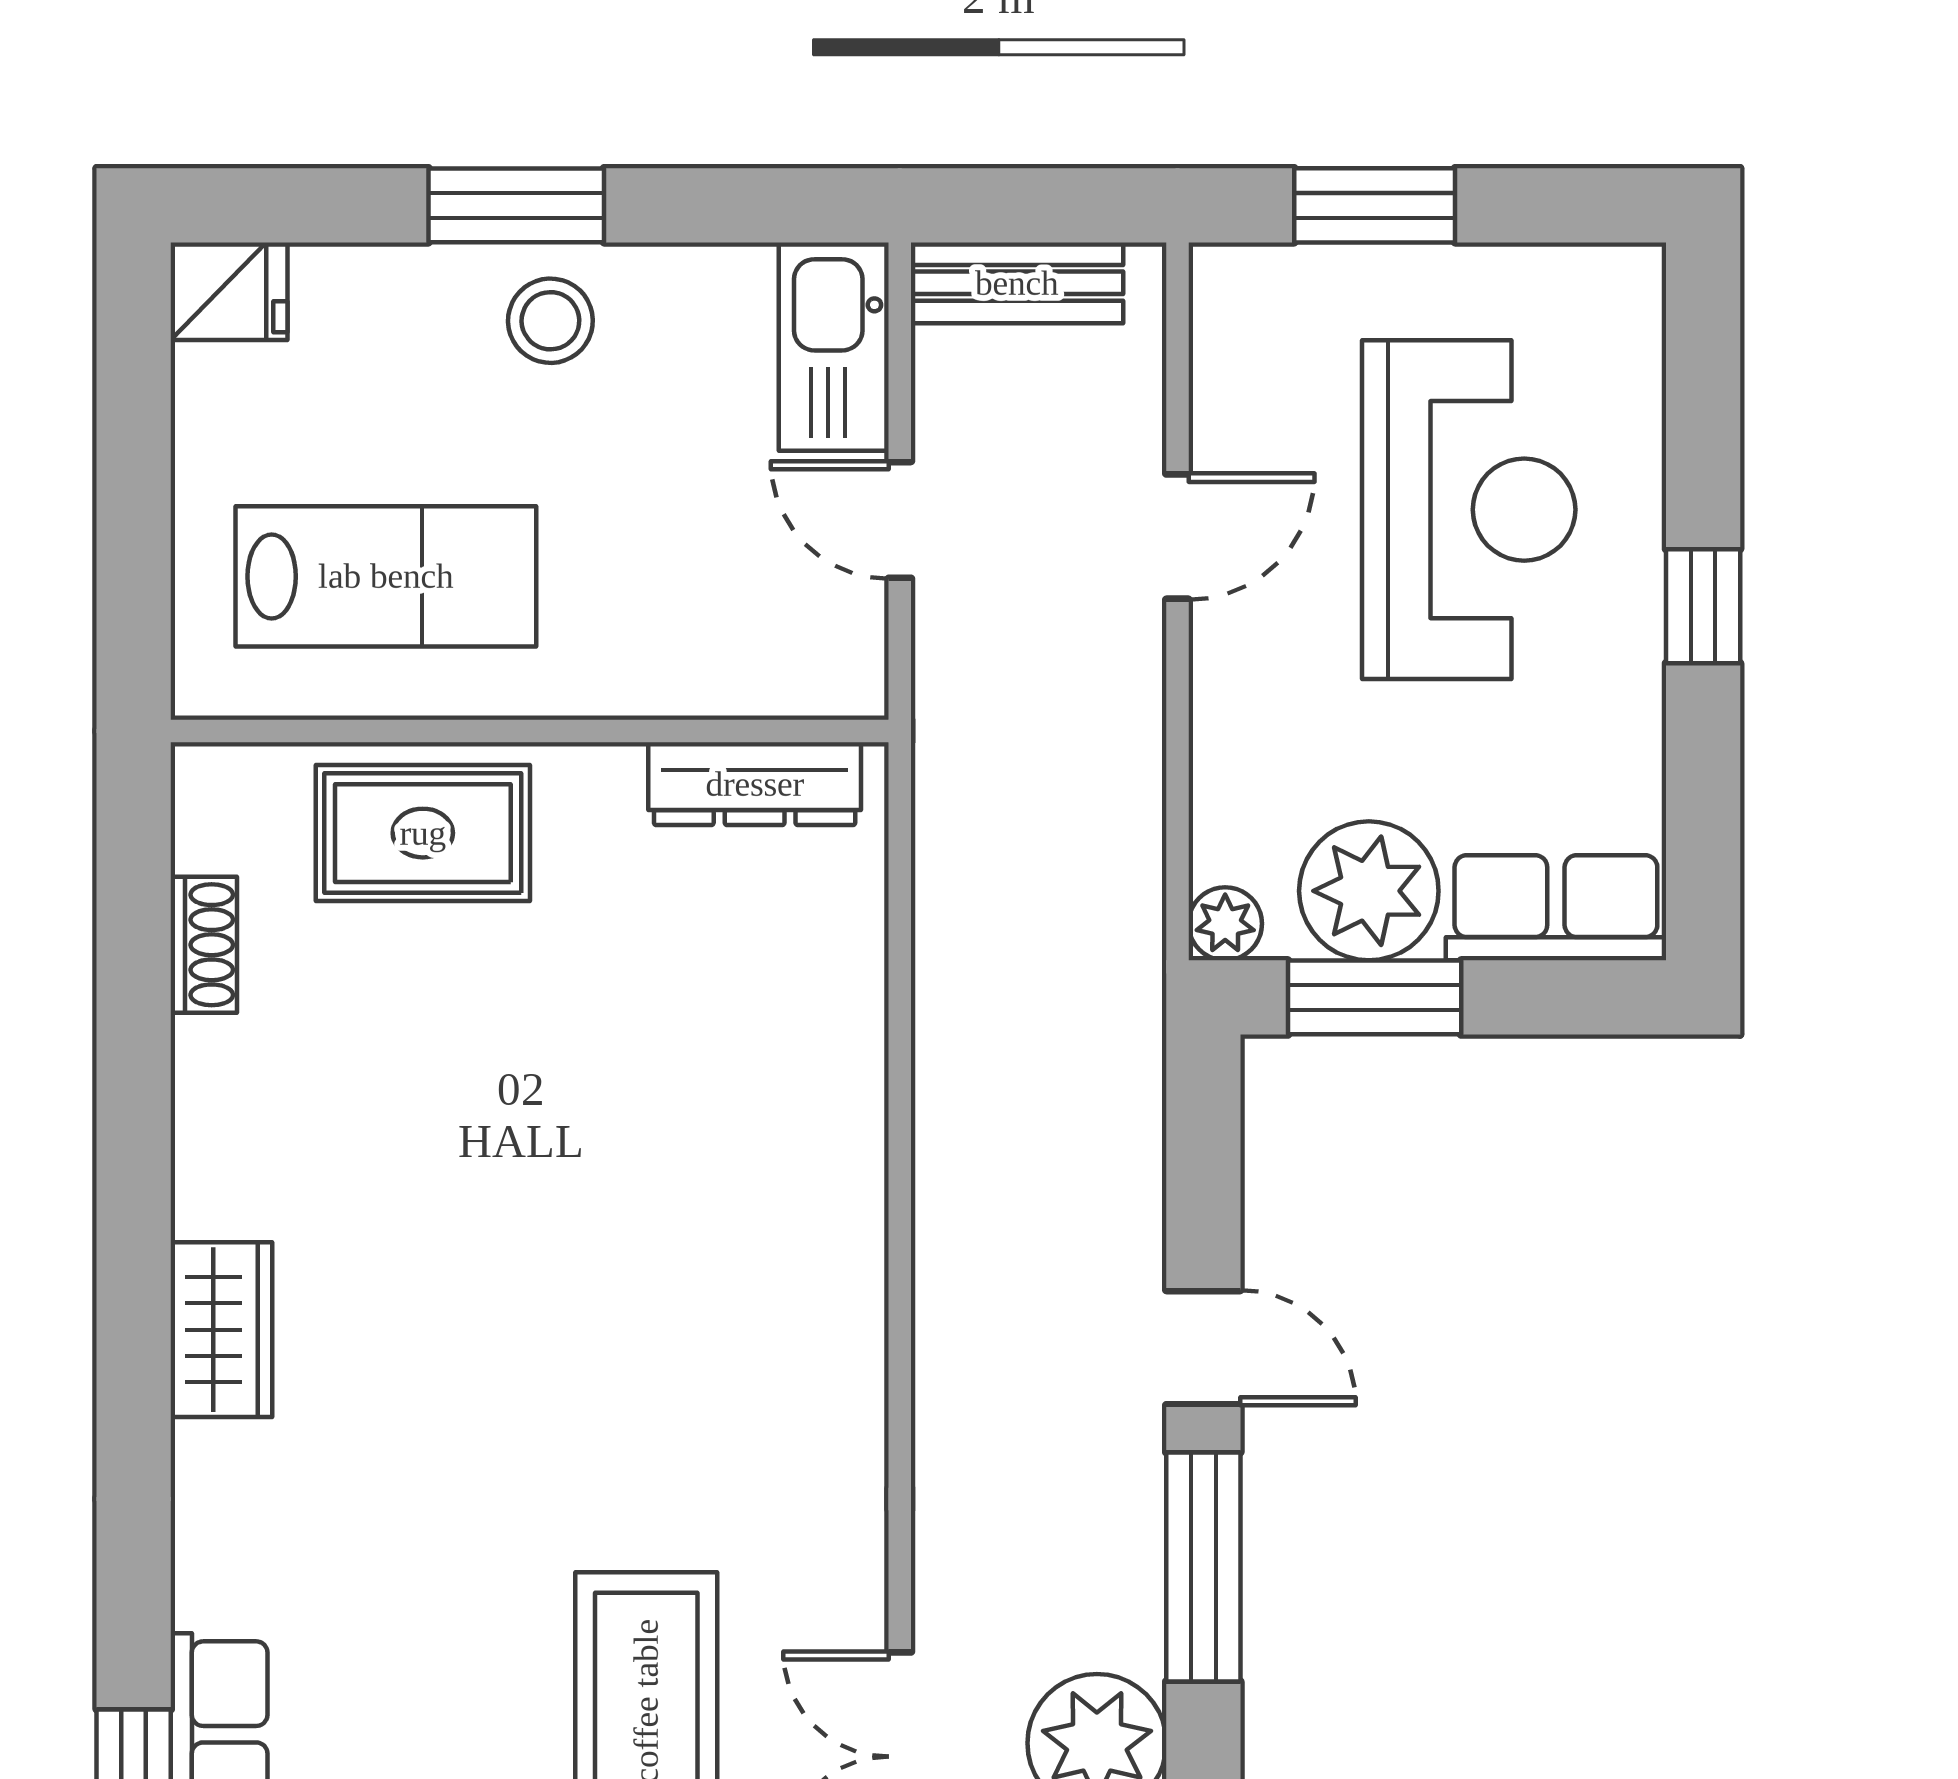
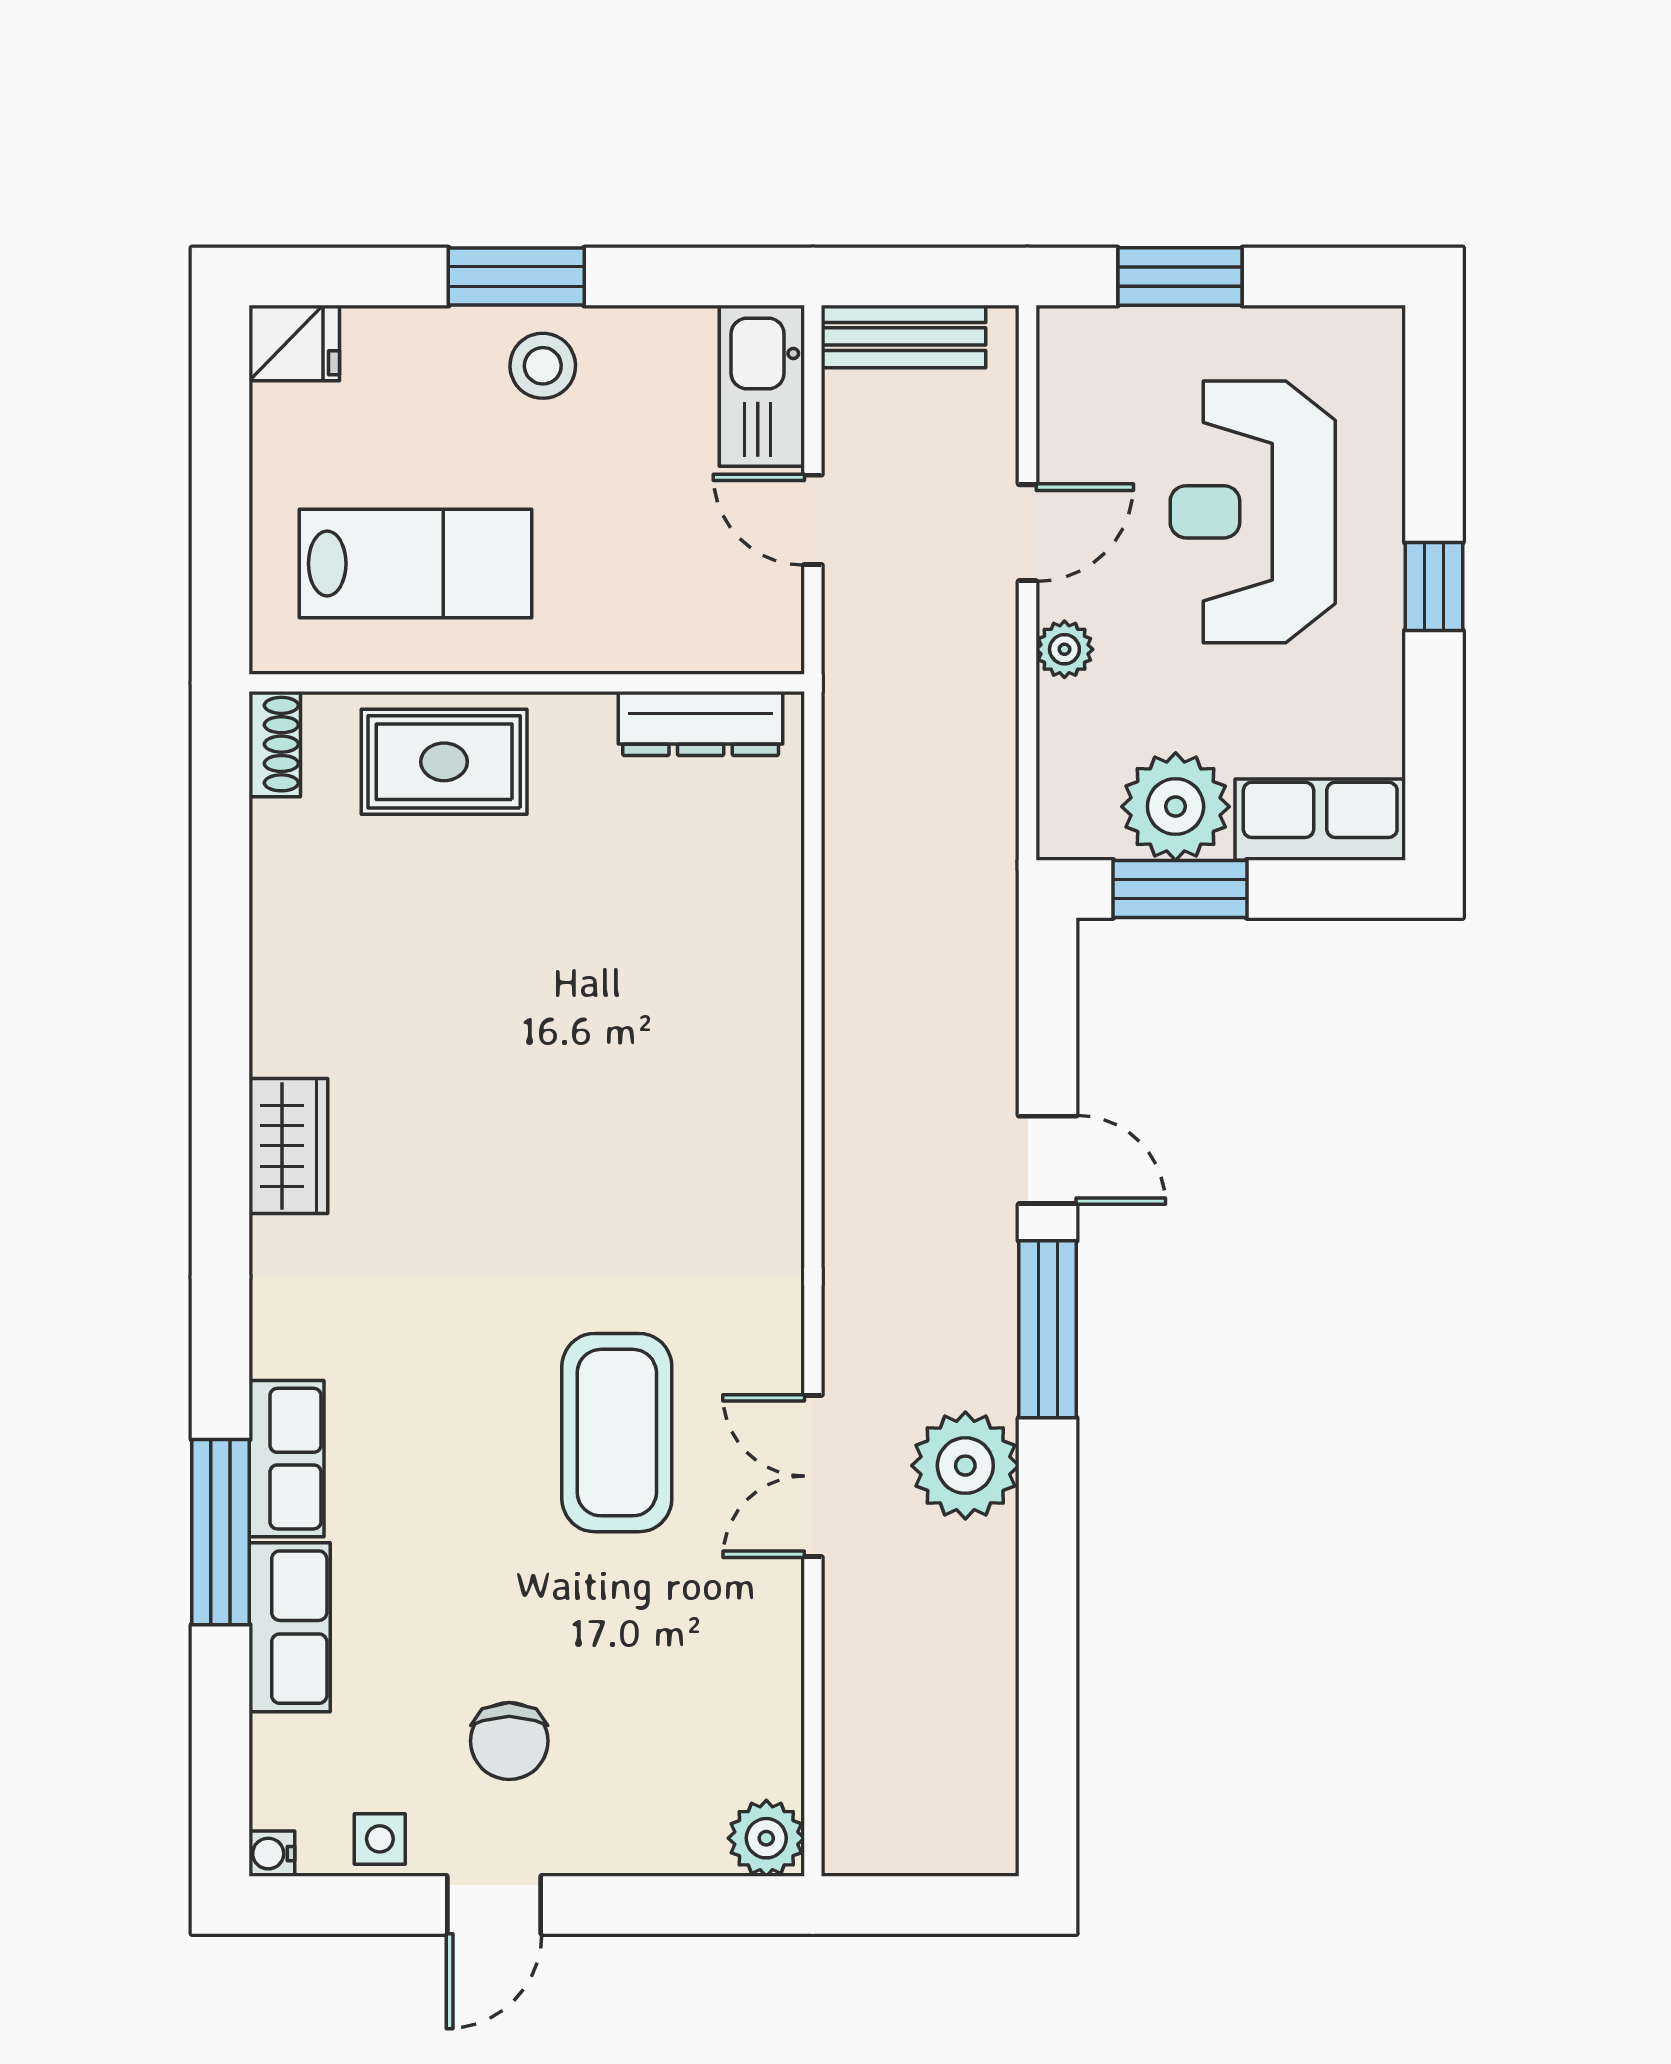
reception desk: (1469, 510) -> (1253, 512), turned 180
plant: (1225, 924) -> (1064, 649), moved
shoe rack: (204, 945) -> (275, 744), moved

